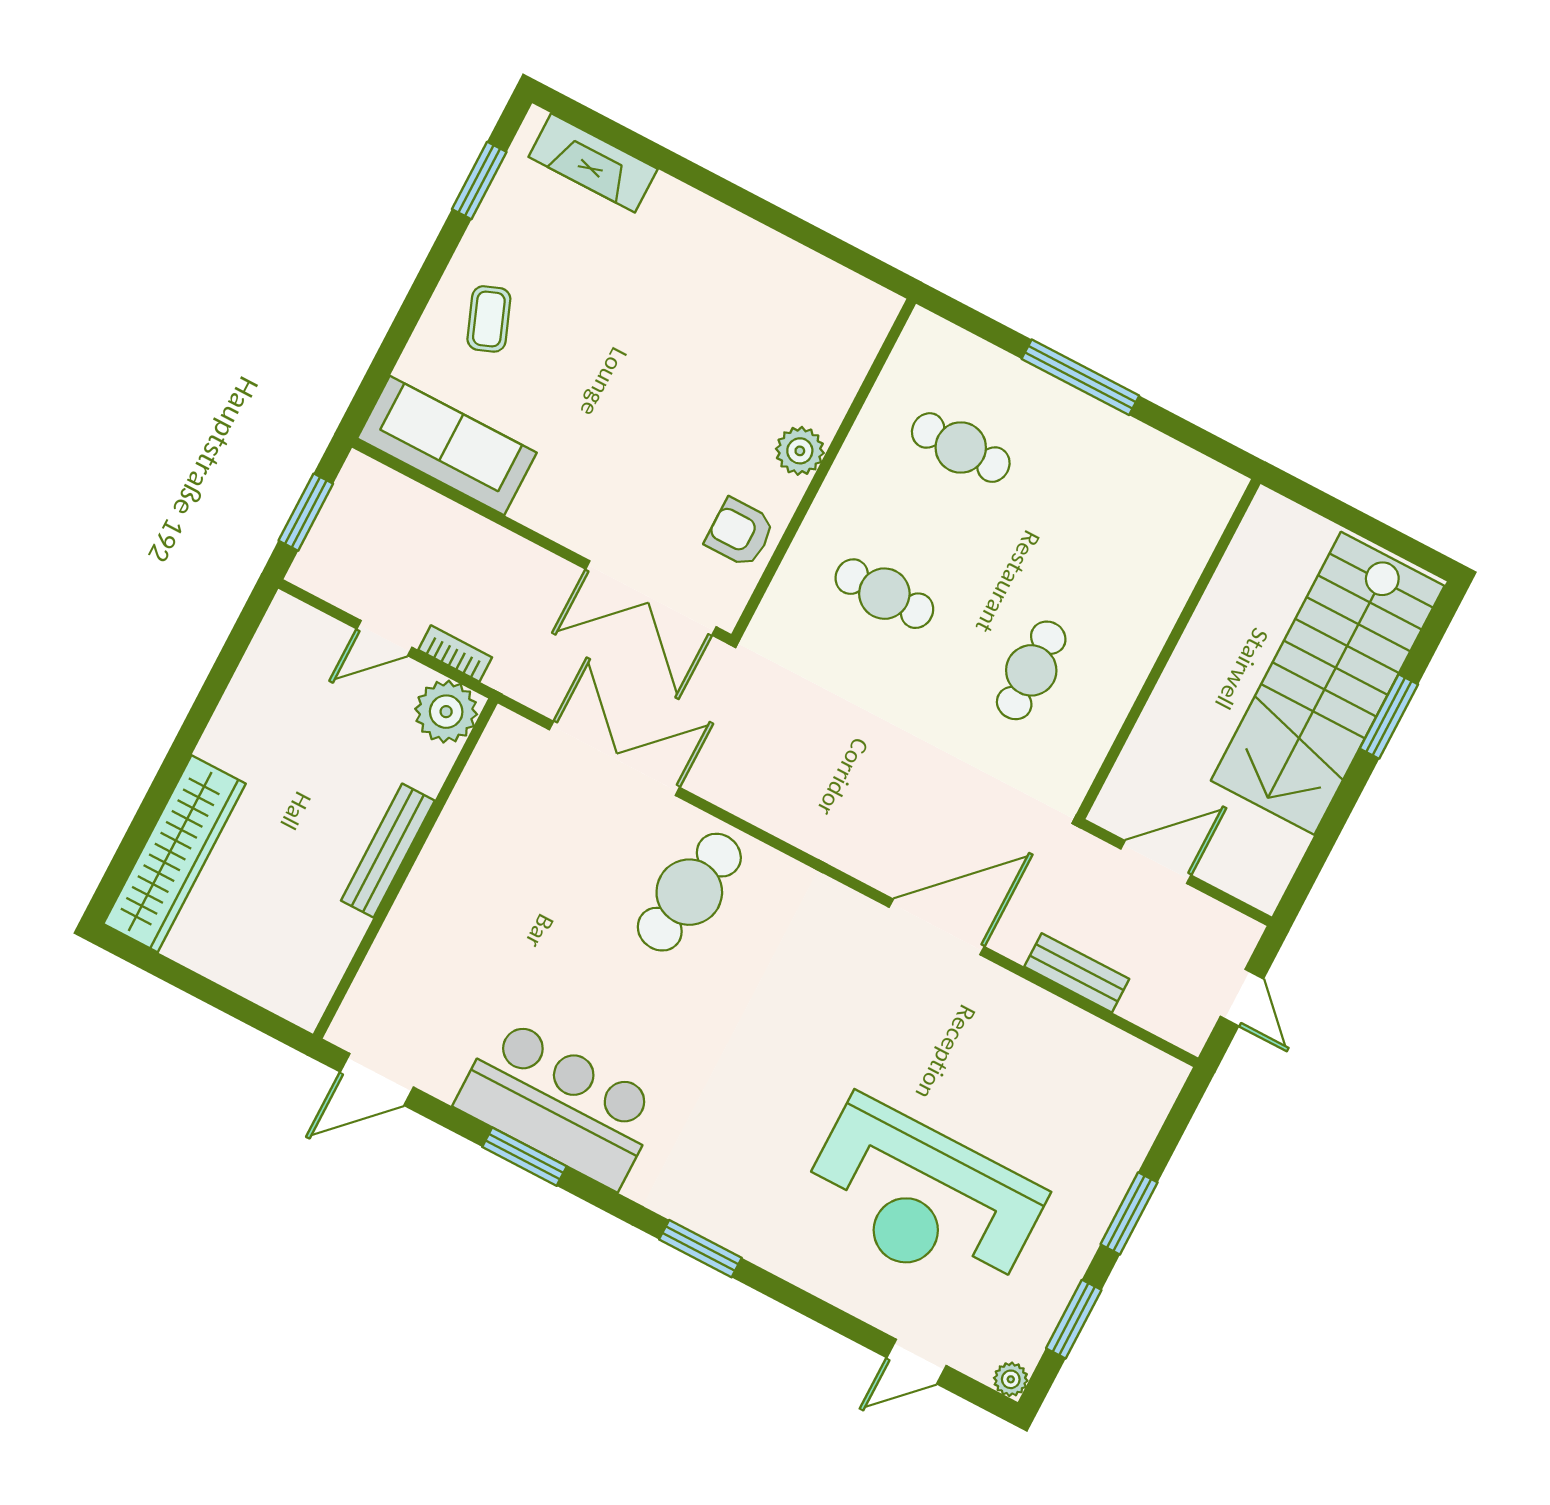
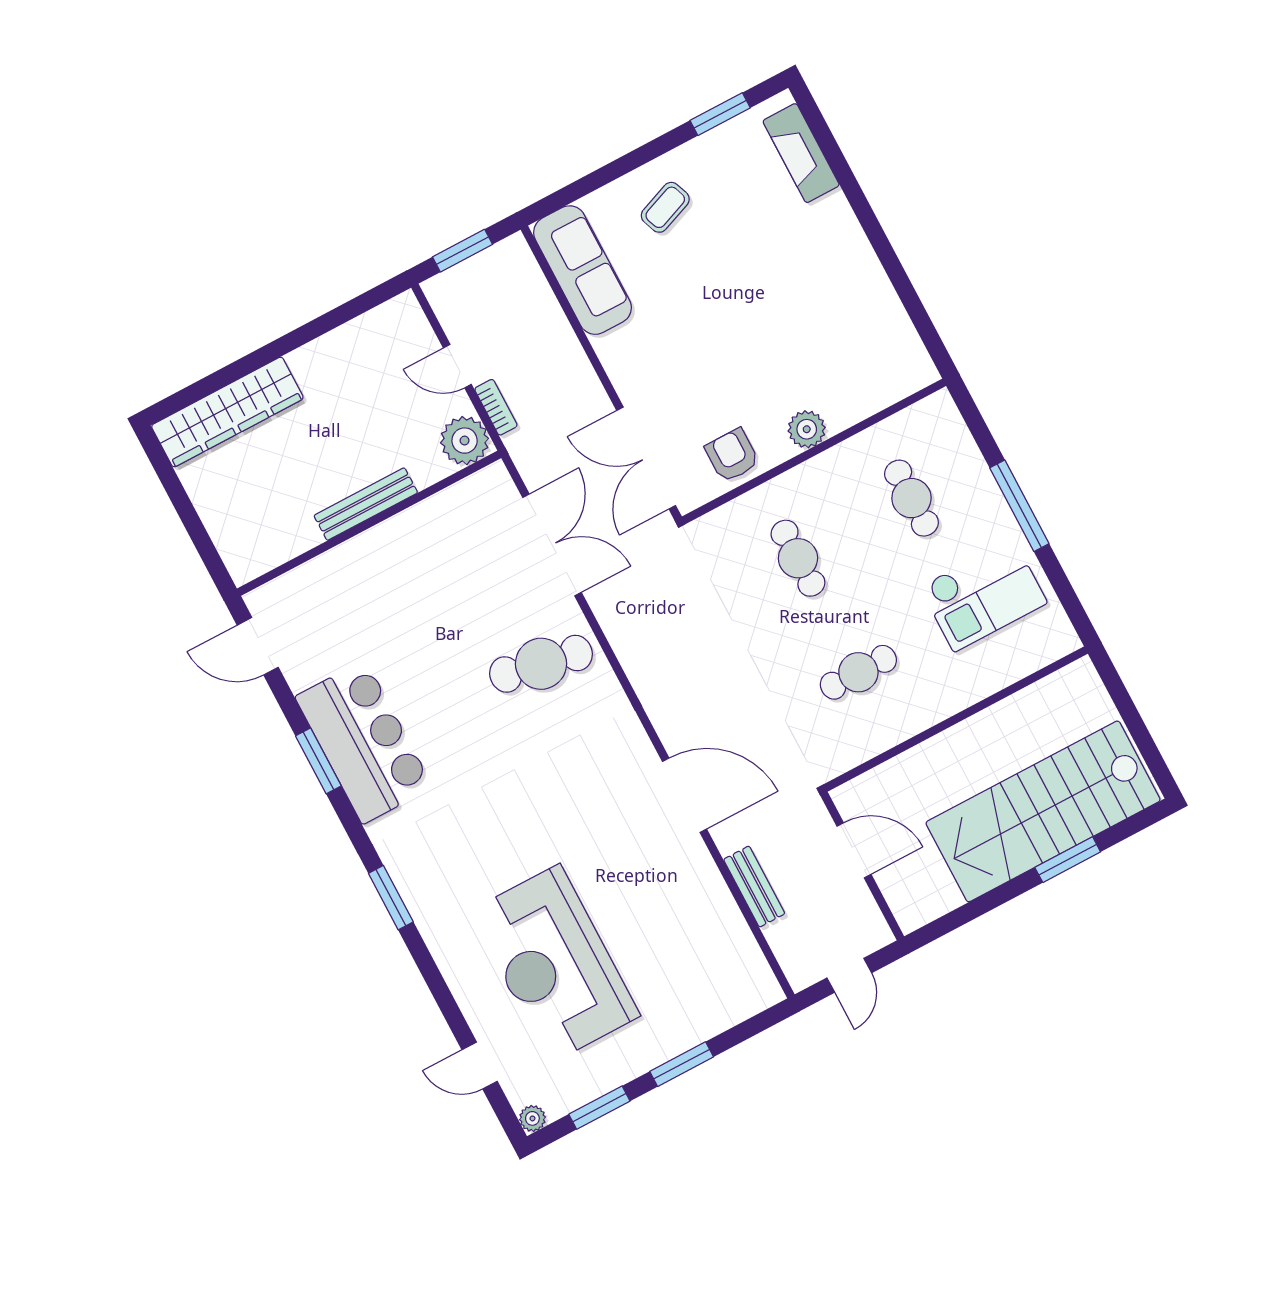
checkout: (1107, 498) -> (983, 595), added

